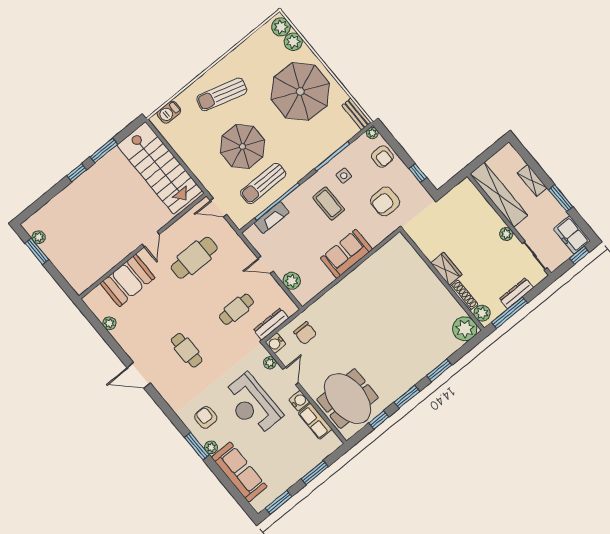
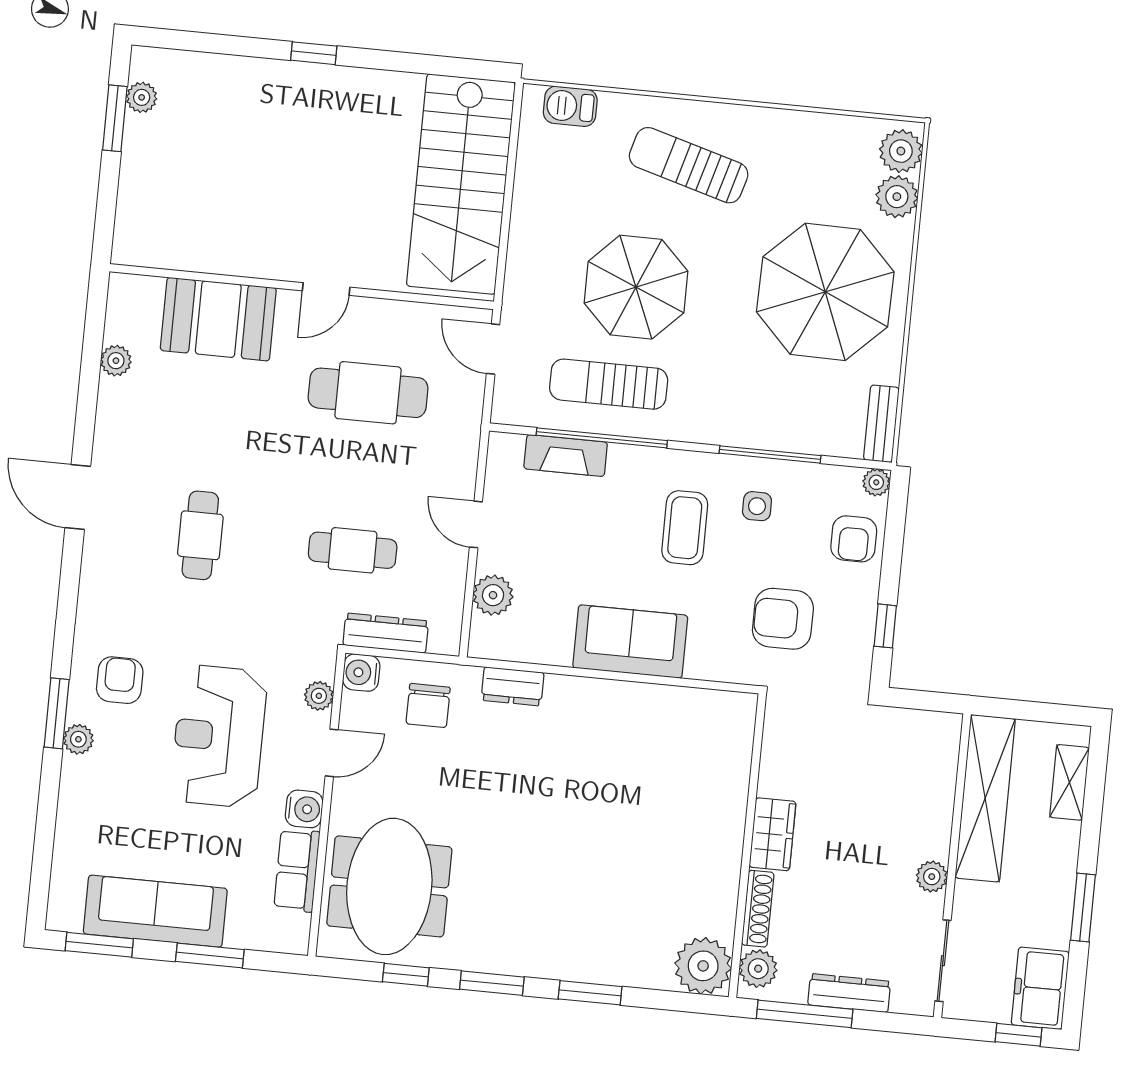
window: (104, 150) -> (397, 61), removed
shelving: (532, 180) -> (1069, 782), moved
dresser: (325, 302) -> (513, 686), added
sofa: (239, 472) -> (155, 911), moved, turned -90

